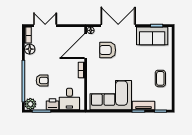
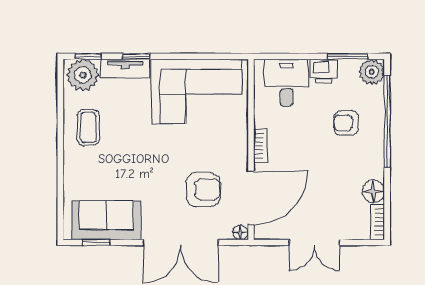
double door: (45, 26) -> (314, 243), moved
plant: (163, 103) -> (83, 75), added

